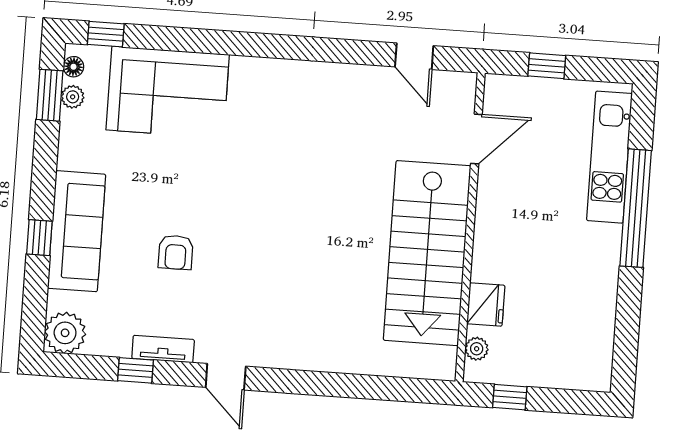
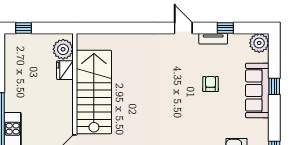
plant: (477, 349) -> (63, 49), width x1.87, depth x1.87
window: (510, 397) -> (23, 28), moved

